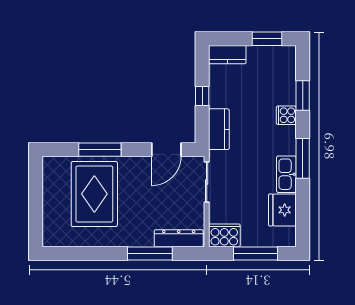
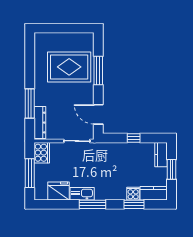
window: (267, 39) -> (172, 169), moved
cooker: (286, 115) -> (133, 194), moved
kitchen counter: (219, 129) -> (154, 193), moved, turned 180

